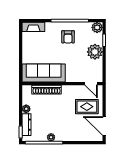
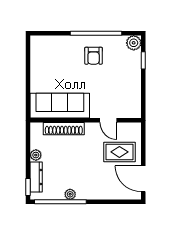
fireplace: (33, 27) -> (46, 42), removed
plant: (95, 52) -> (131, 76), removed
door: (91, 84) -> (108, 120), moved

